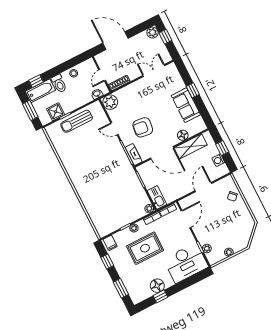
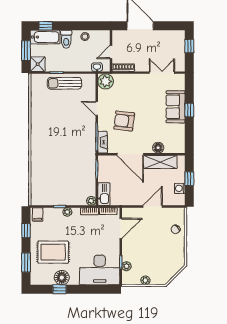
plant: (153, 33) -> (179, 36), removed
sofa: (186, 105) -> (176, 107), moved
shower: (56, 112) -> (38, 64), moved
rug: (145, 248) -> (53, 252), moved

